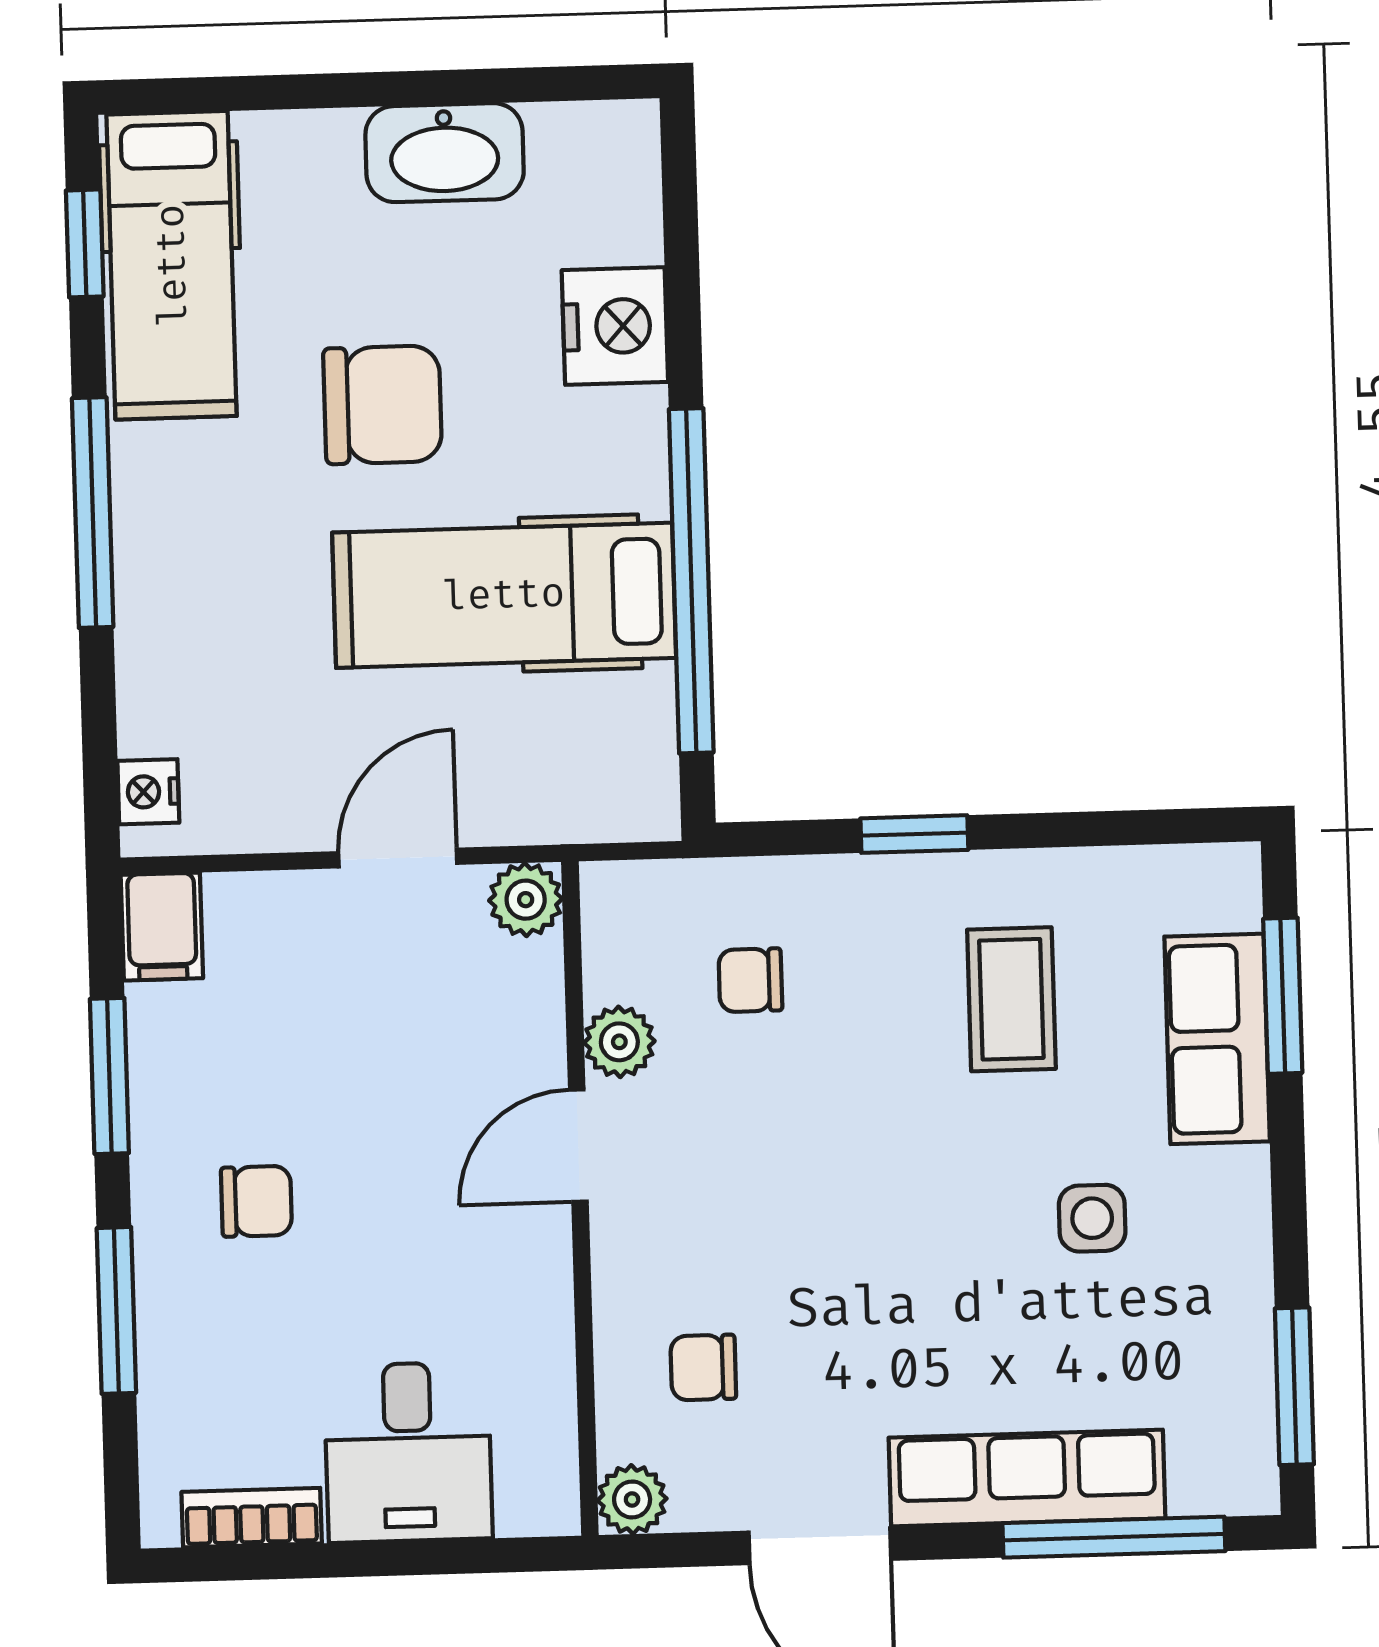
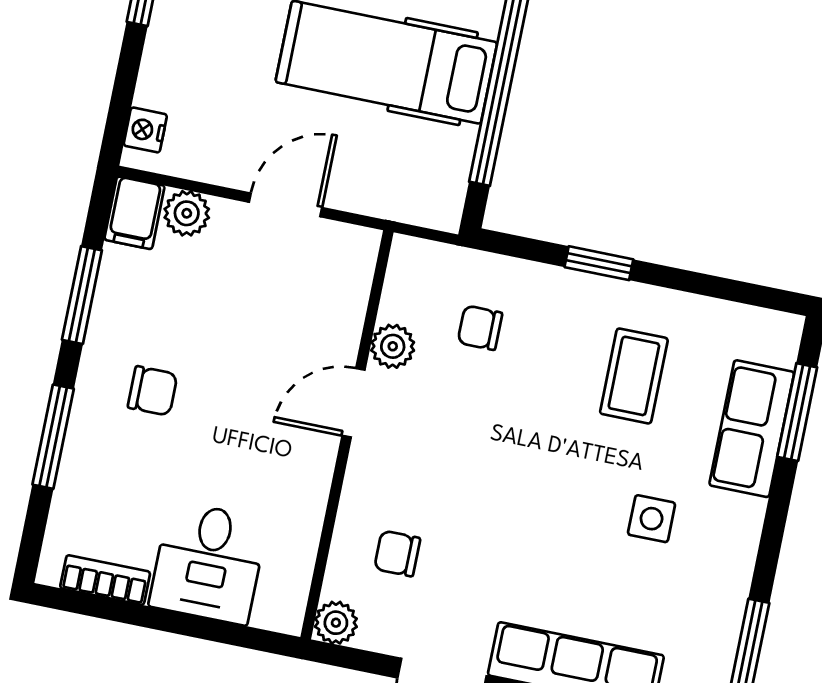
plant: (526, 900) -> (187, 213), moved

